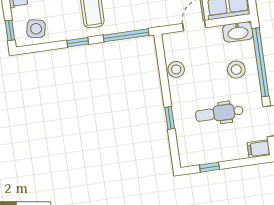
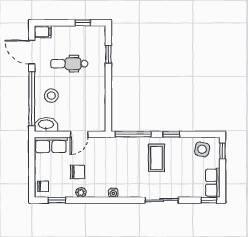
stool: (176, 69) -> (98, 102), removed
dental chair: (219, 113) -> (69, 64), turned 180
window: (170, 118) -> (108, 54), moved

